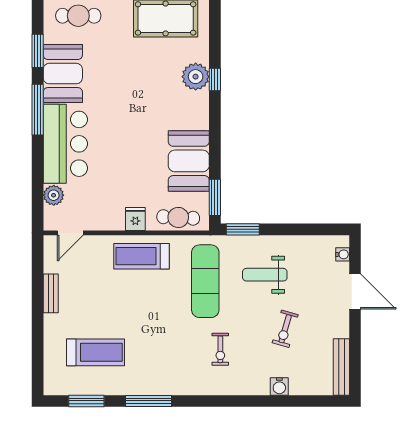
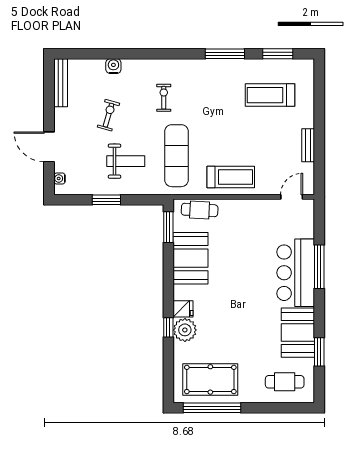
window: (38, 110) -> (319, 267), moved
plant: (54, 195) -> (306, 229), removed
fridge: (135, 219) -> (183, 309), moved, turned -90
window: (243, 229) -> (106, 200), moved

